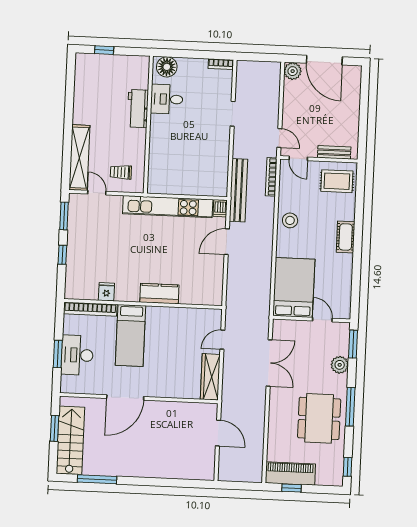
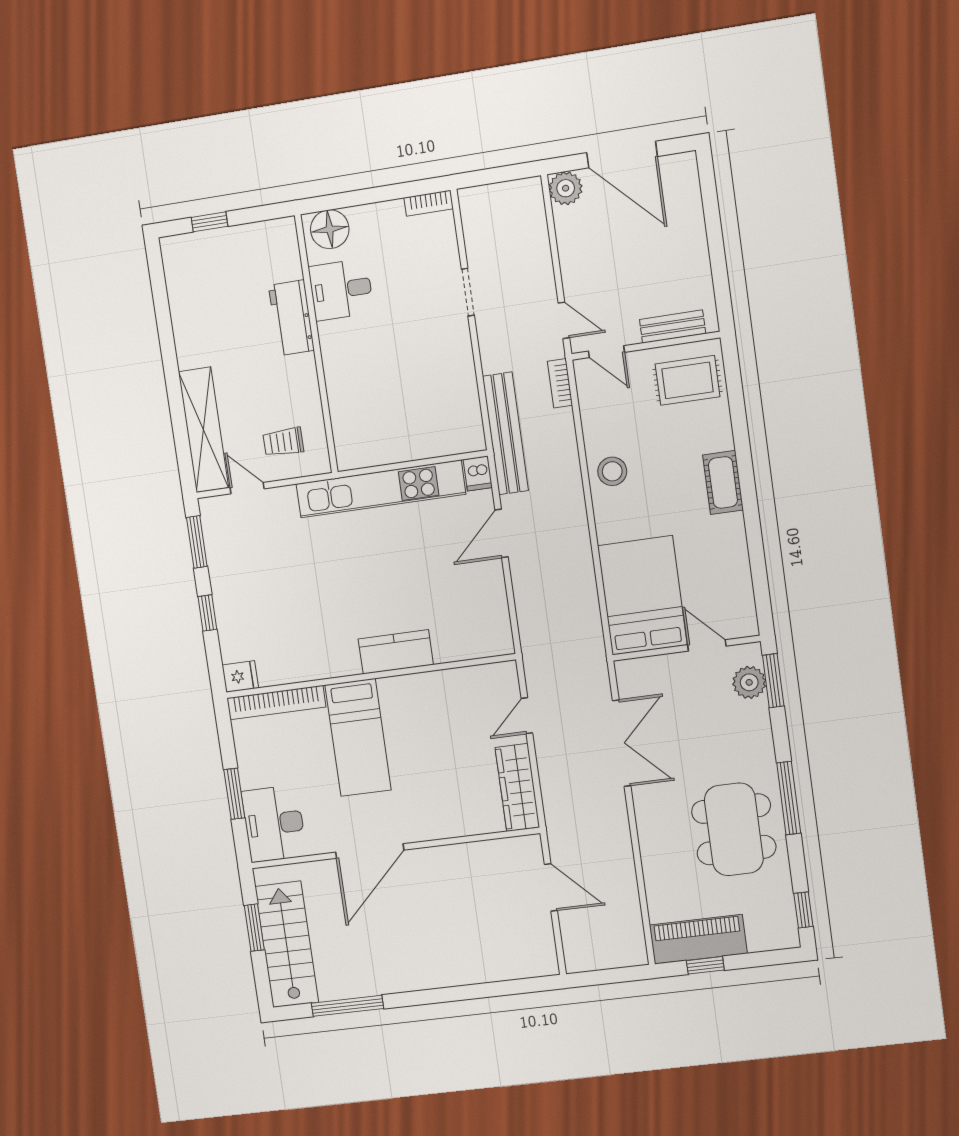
bookcase: (271, 177) -> (560, 383), width x0.64
fridge: (106, 292) -> (240, 676), moved, turned 90
desk: (77, 355) -> (274, 824), moved
plant: (340, 365) -> (749, 682), moved

